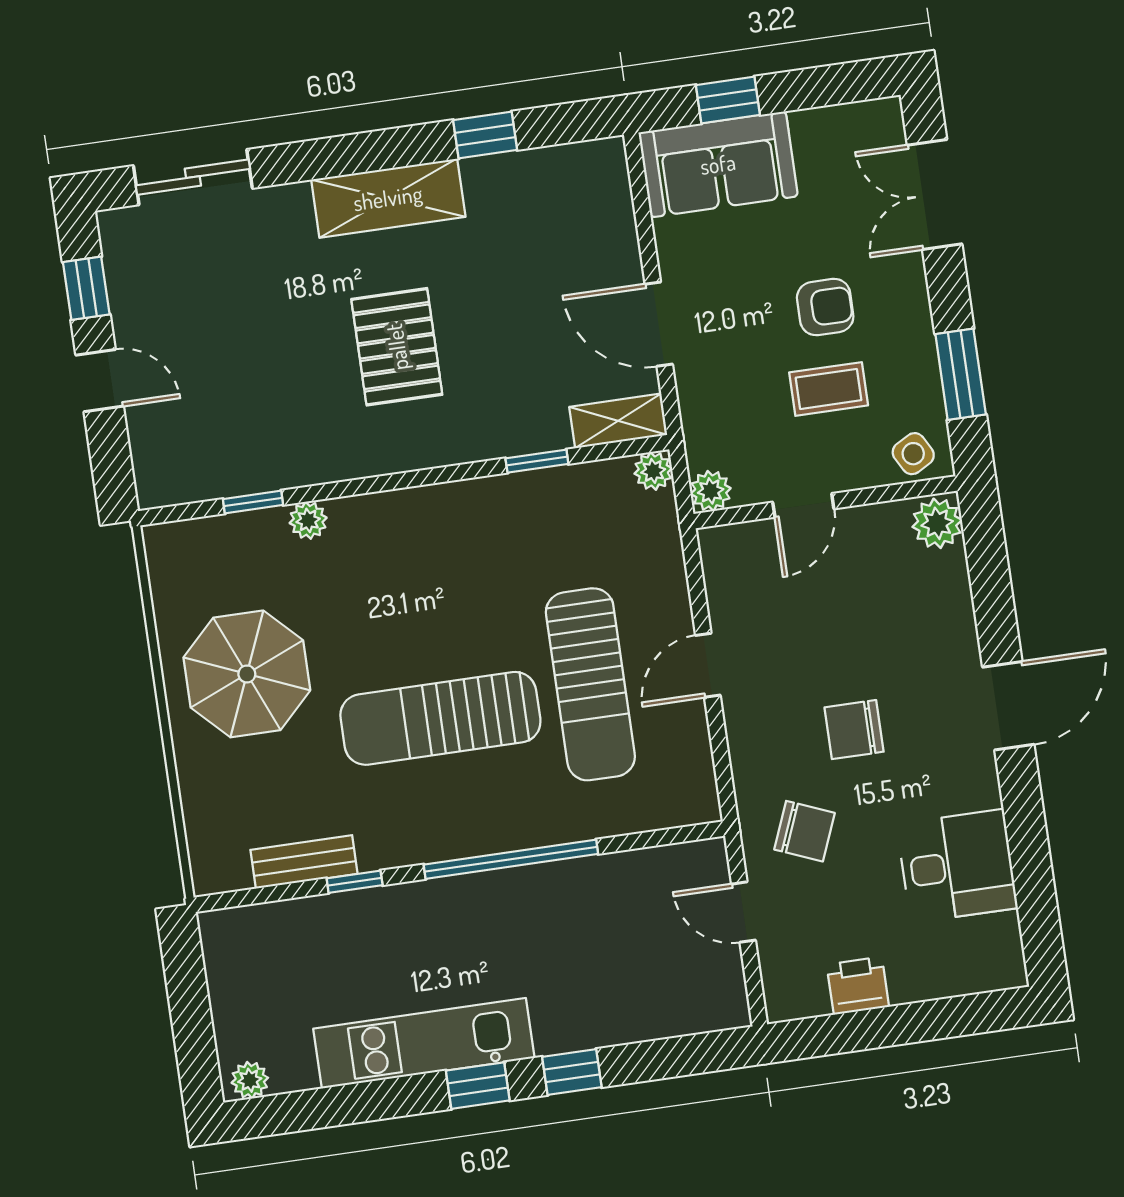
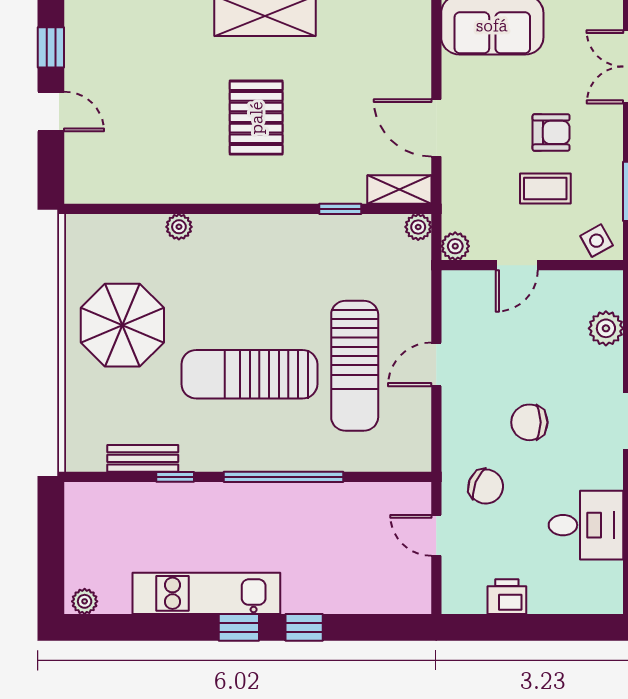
window: (253, 502) -> (143, 209), removed
plant: (937, 523) -> (606, 328), moved

